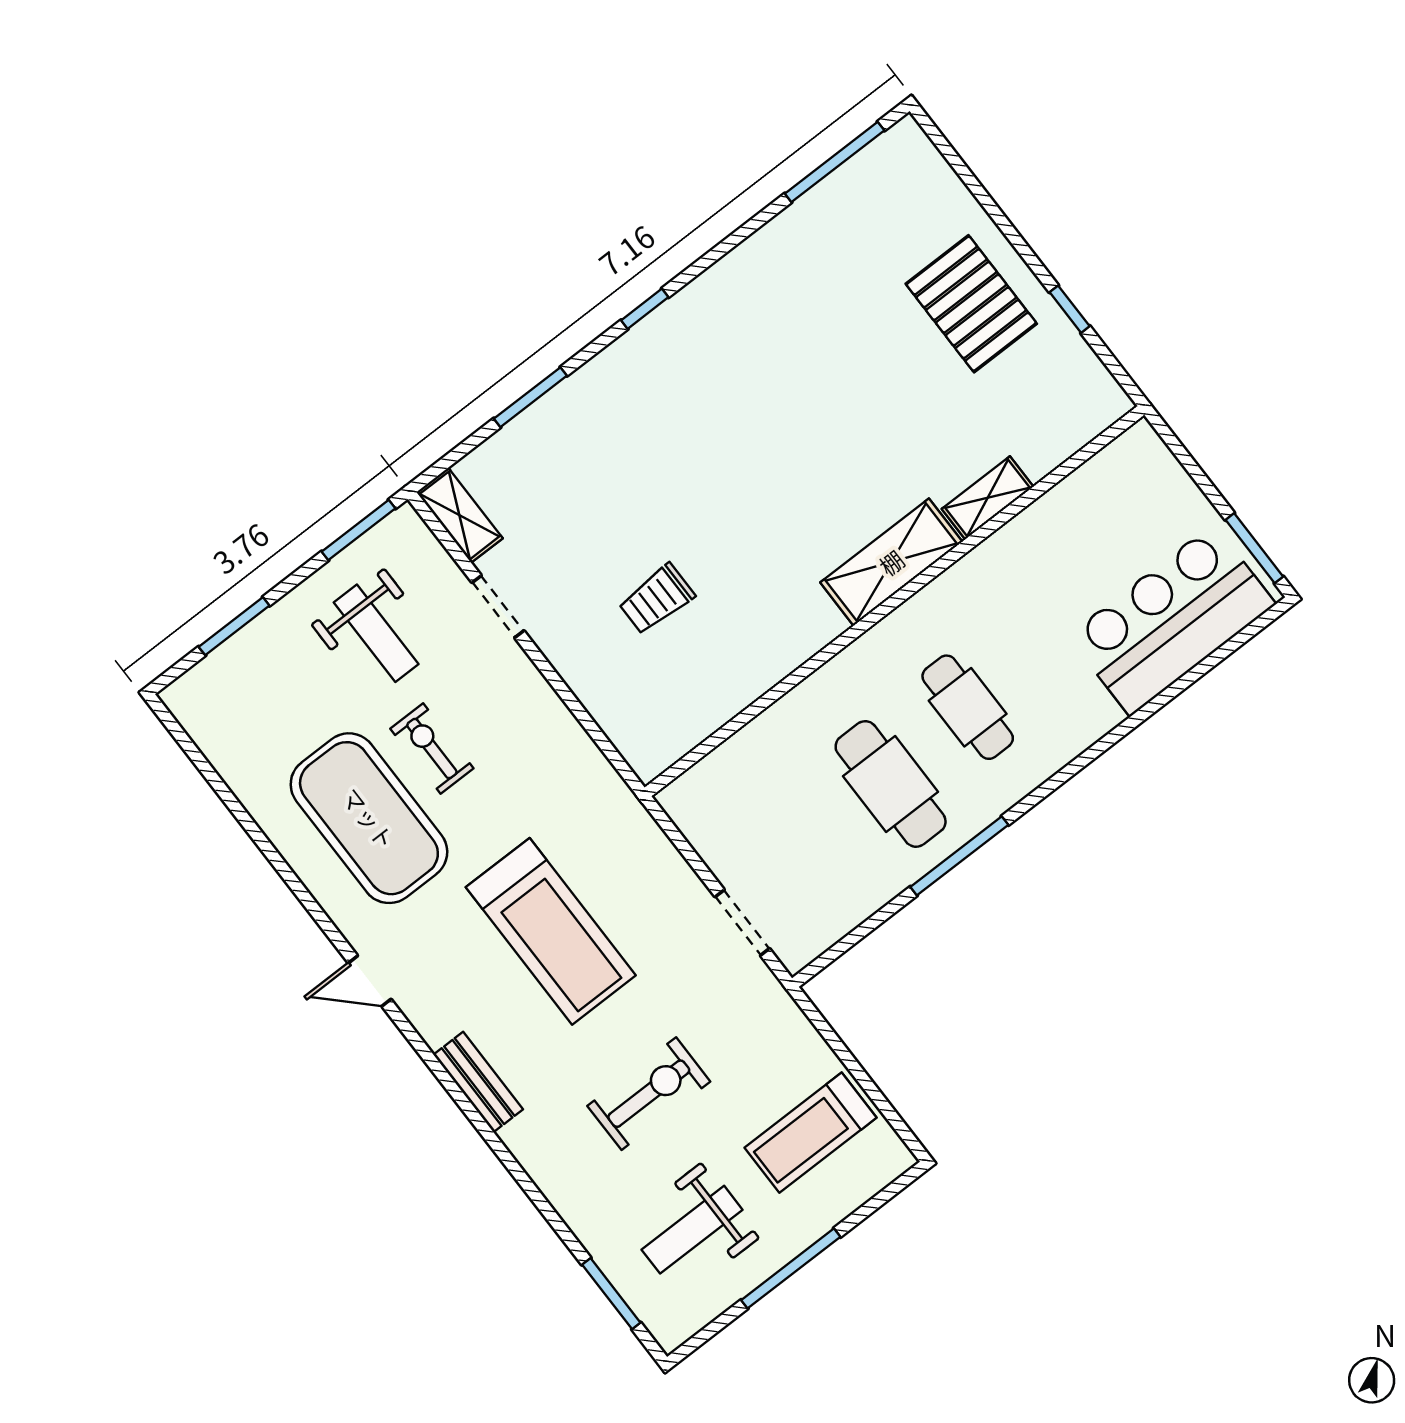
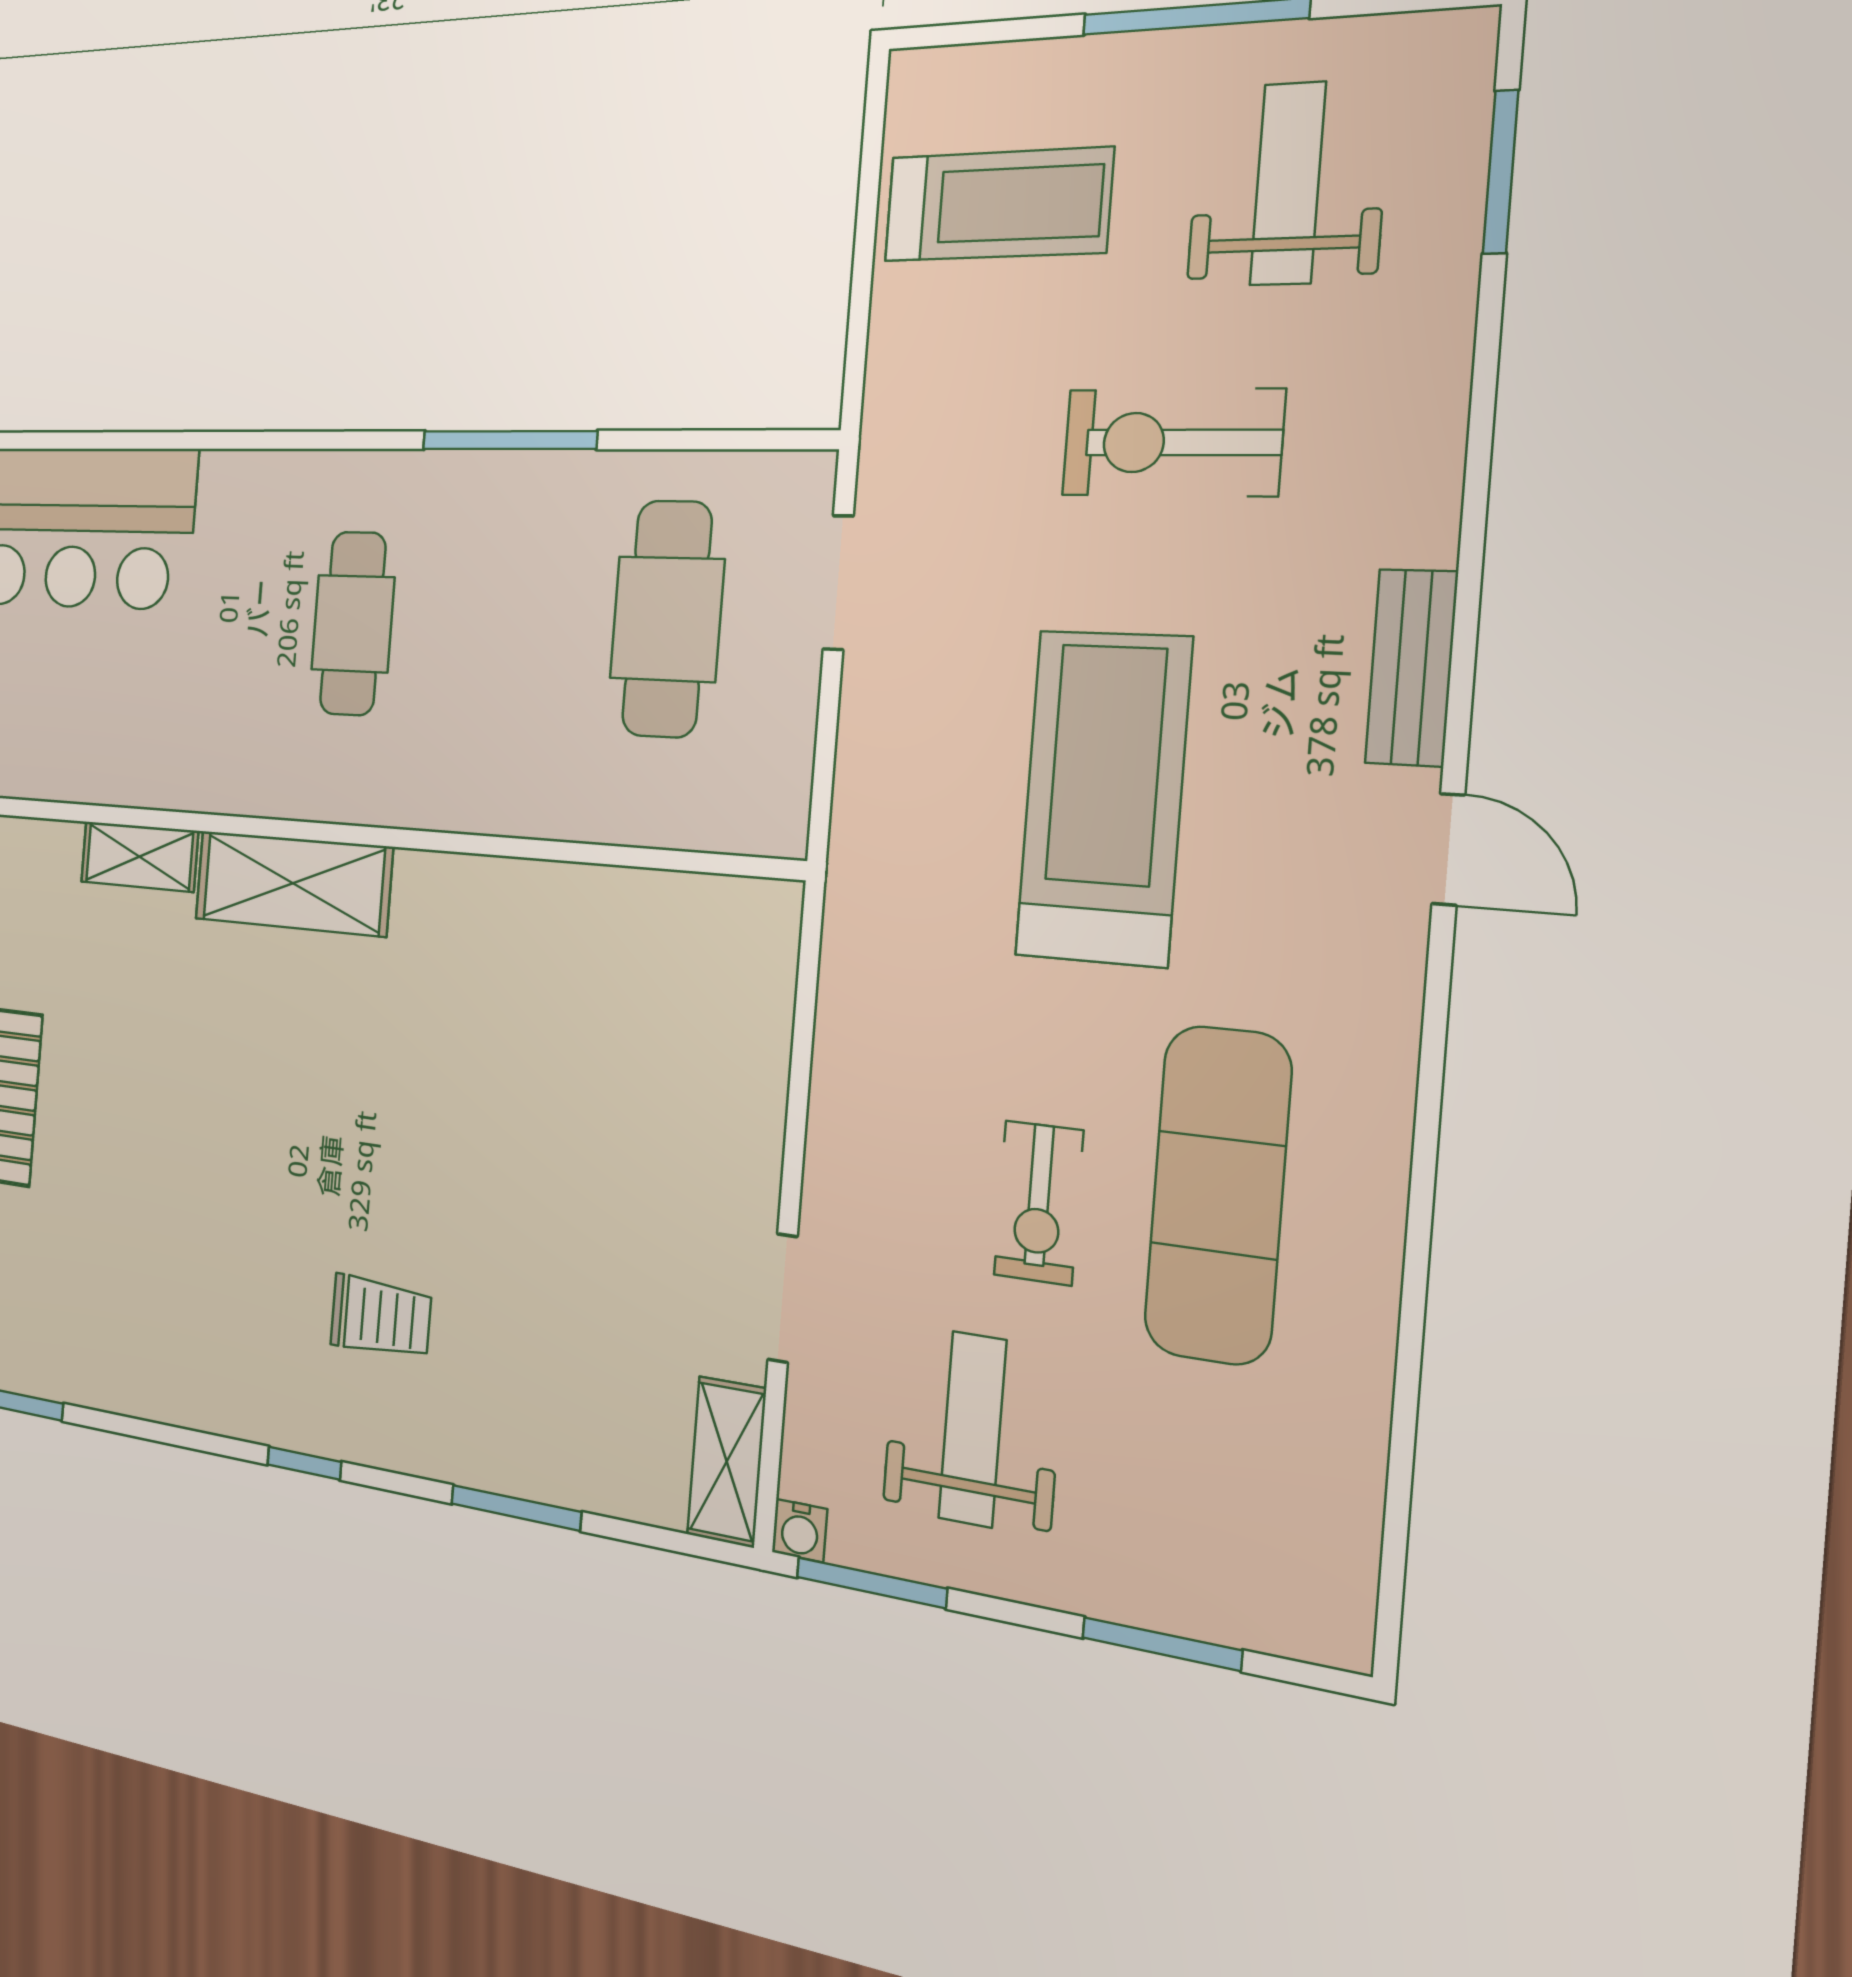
water cooler: (405, 520) -> (800, 1531), added
trolley: (657, 599) -> (381, 1317), moved
cafe table: (891, 784) -> (667, 619), moved
exercise mat: (369, 818) -> (1218, 1195), width x0.68
door: (370, 981) -> (1448, 849), moved
weight bench: (692, 1230) -> (1288, 184), turned -90

